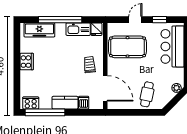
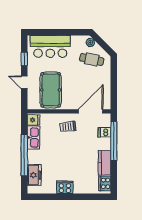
freezer: (39, 30) -> (34, 175), width x0.71
cafe table: (147, 94) -> (92, 59), moved
kitchen counter: (65, 103) -> (105, 163), moved
window: (45, 112) -> (114, 141), moved

